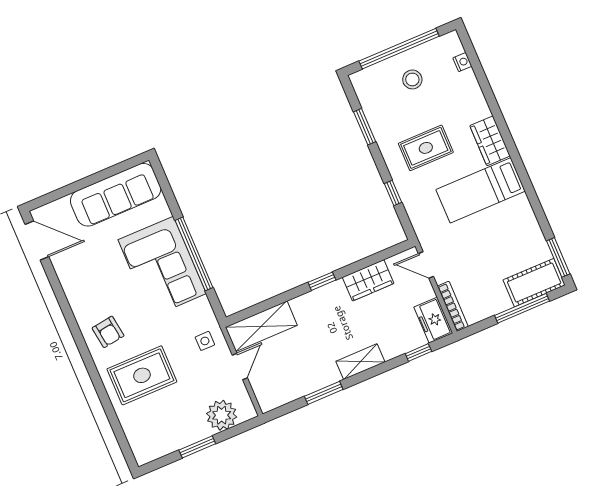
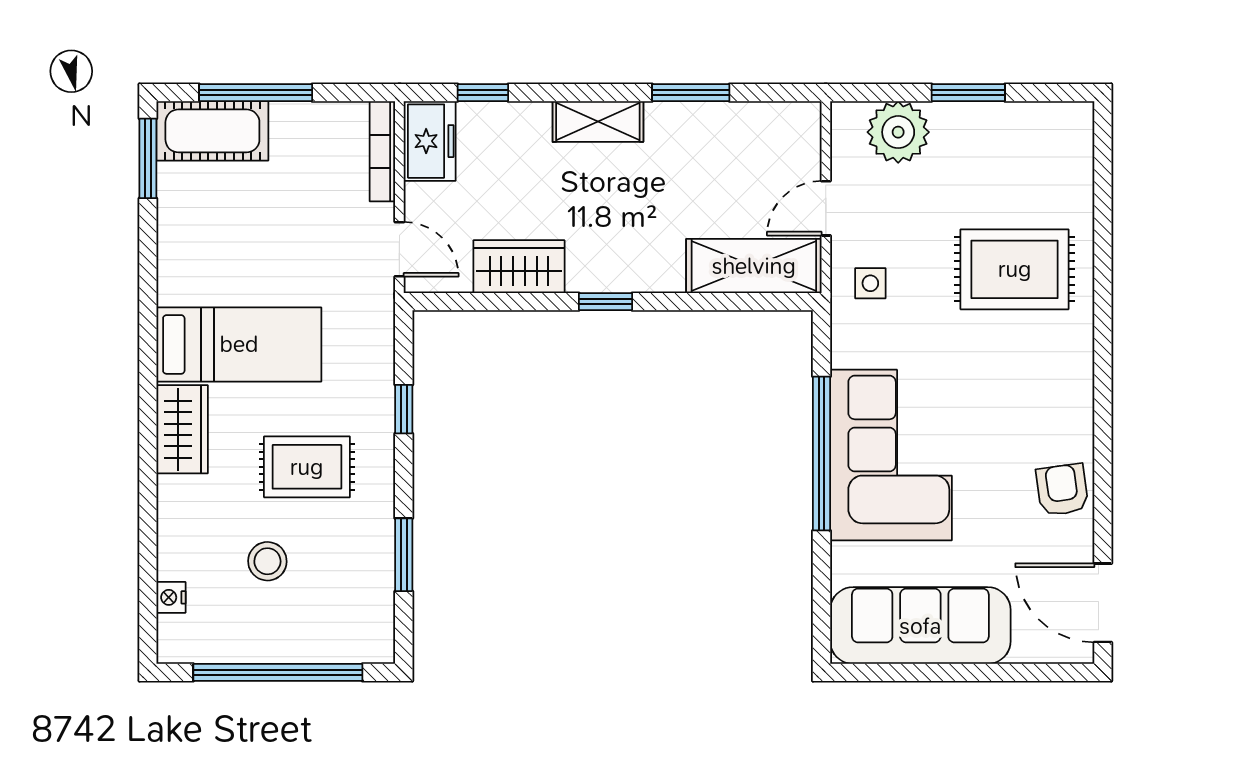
stool: (412, 79) -> (267, 561), moved
armchair: (108, 332) -> (1062, 490), moved

